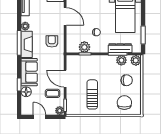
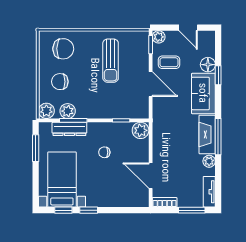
armchair: (52, 41) -> (170, 139), removed
plant: (84, 47) -> (141, 130), moved
chair: (124, 103) -> (63, 49), turned -89

